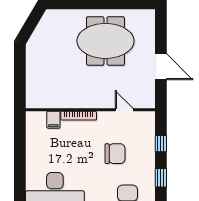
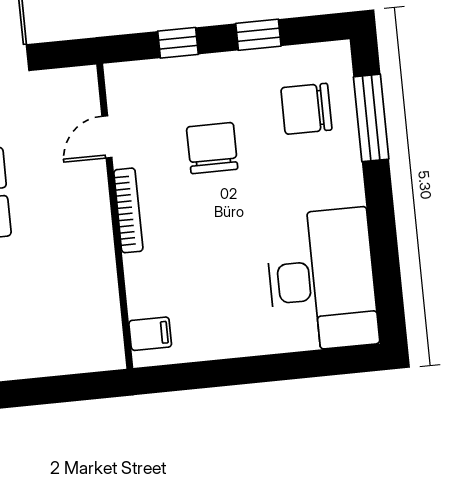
bookcase: (79, 116) -> (128, 210), moved
filing cabinet: (53, 120) -> (150, 334), moved

